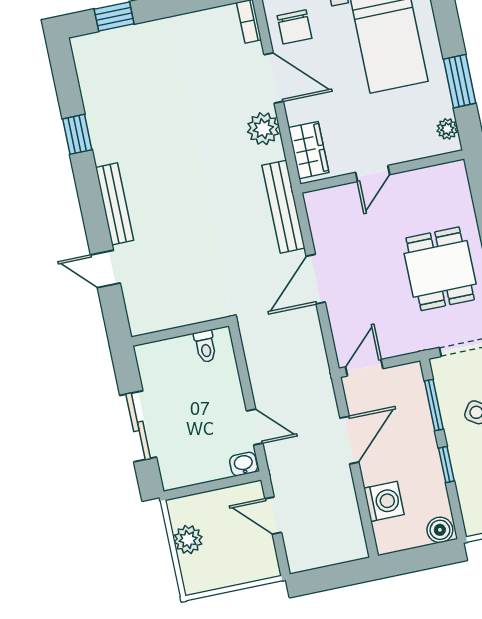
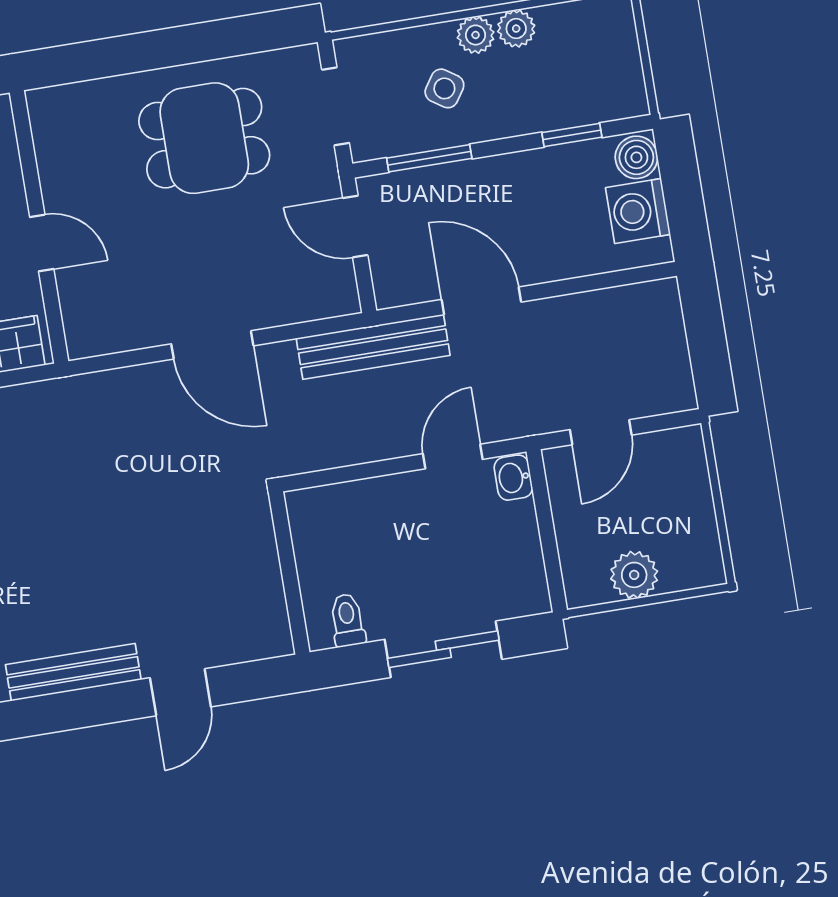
bench: (283, 207) -> (373, 347), moved
toilet: (205, 346) -> (347, 620), moved, turned -90
door: (364, 368) -> (355, 227), moved
window: (446, 465) -> (572, 135), moved
washing machine: (384, 501) -> (638, 211), moved, turned -90

